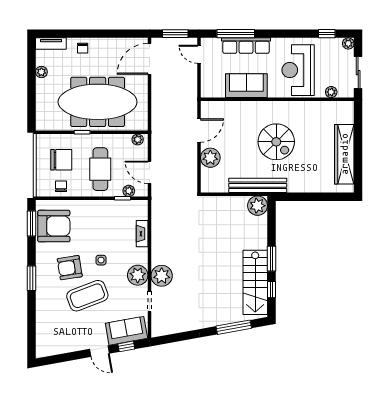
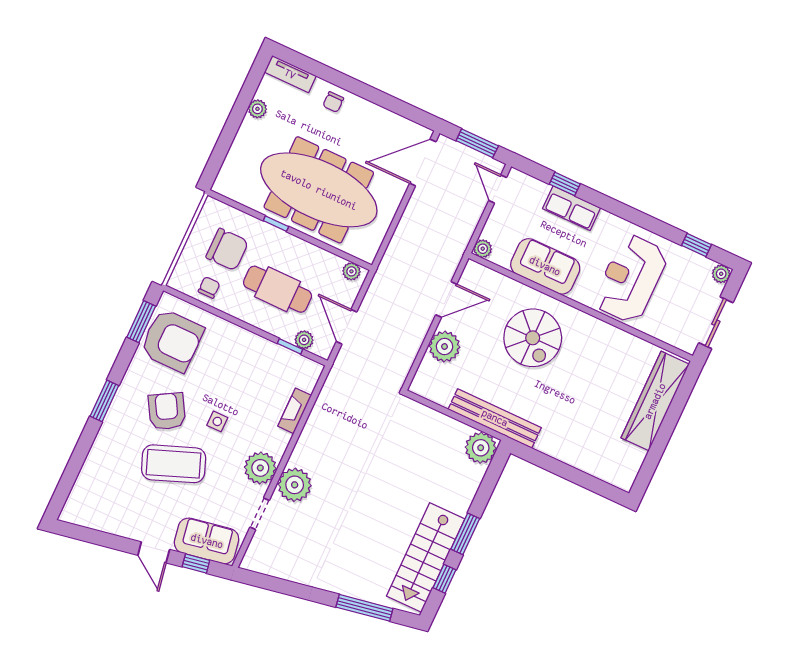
window: (236, 34) -> (565, 184), width x0.46
row of seats: (246, 46) -> (572, 208), width x0.68
plant: (331, 92) -> (483, 249), moved
spiral stairs: (276, 142) -> (533, 338), moved
wardrobe: (344, 154) -> (655, 401), moved
cafe table: (100, 169) -> (278, 289), turned 90
armchair: (70, 268) -> (167, 411), turned 69

